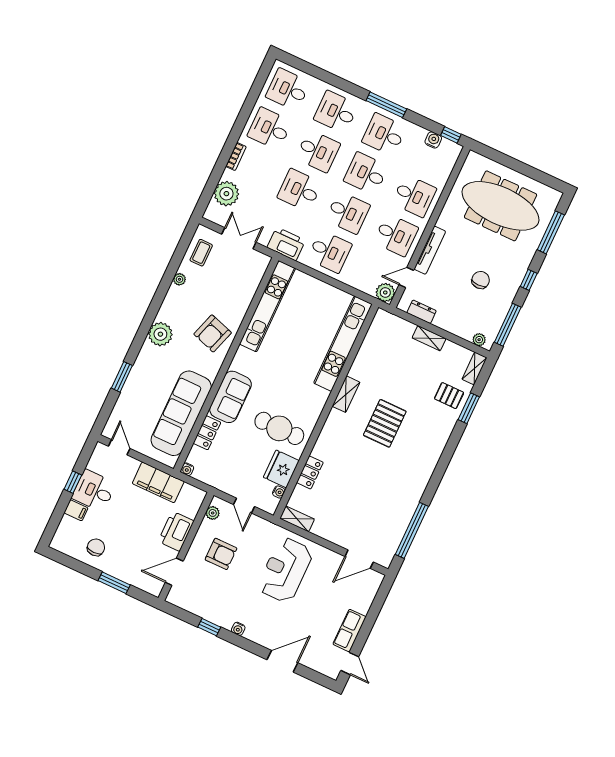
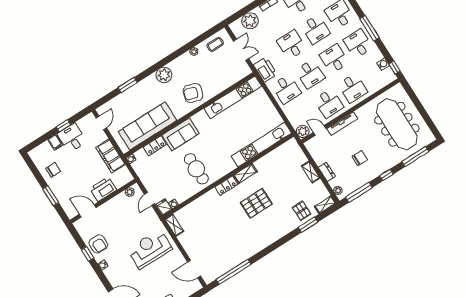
dresser: (422, 312) -> (327, 172), moved
fridge: (281, 469) -> (164, 207), moved, width x0.53, depth x0.75
locker: (310, 472) -> (226, 186), moved
armchair: (221, 554) -> (98, 244), moved

